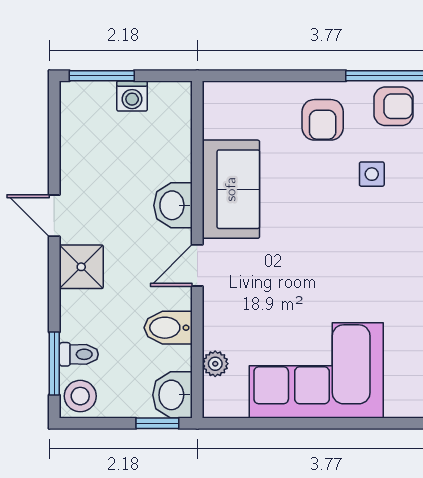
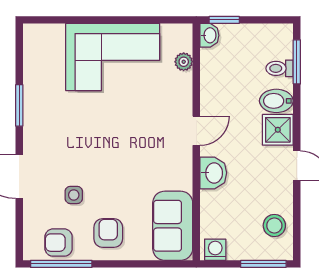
washing machine: (132, 96) -> (215, 250), moved
sofa: (231, 189) -> (173, 226), moved
bidet: (168, 328) -> (276, 101), moved, turned 180
washbasin: (173, 395) -> (209, 35), width x0.72, depth x0.69
stool: (80, 396) -> (274, 225), moved

